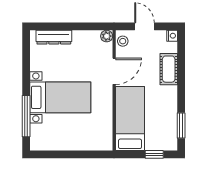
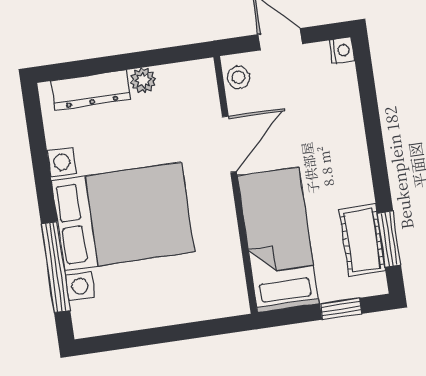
plant: (107, 36) -> (143, 80), moved
cot: (169, 69) -> (362, 240), moved
bed with nightstands: (60, 97) -> (123, 217), width x1.36

